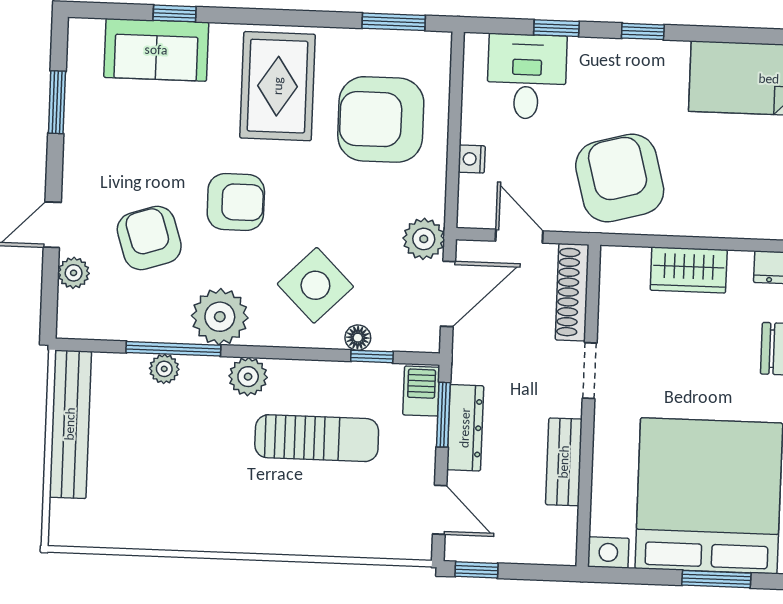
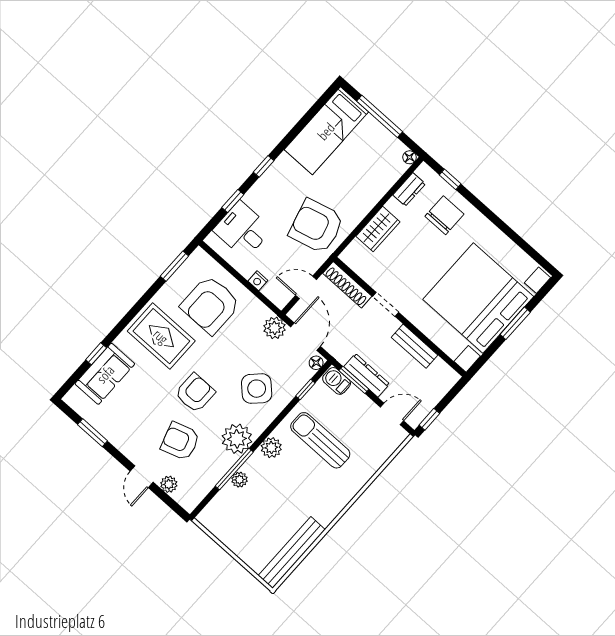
floor lamp: (358, 338) -> (316, 363), moved
bench: (70, 424) -> (292, 552), moved, turned 90
sun lounger: (317, 438) -> (320, 440), turned -90

